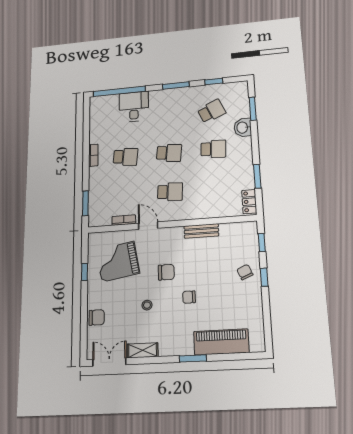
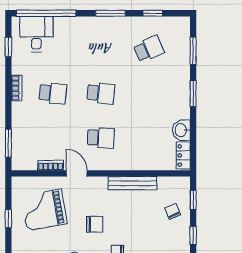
desk: (134, 107) -> (36, 34), moved
window: (86, 122) -> (8, 47), added
washbasin: (243, 128) -> (181, 130), moved
school desk: (213, 149) -> (149, 93), removed
window: (257, 176) -> (193, 93), moved
bench: (201, 231) -> (132, 183), width x1.36
chair: (245, 272) -> (173, 211), moved

